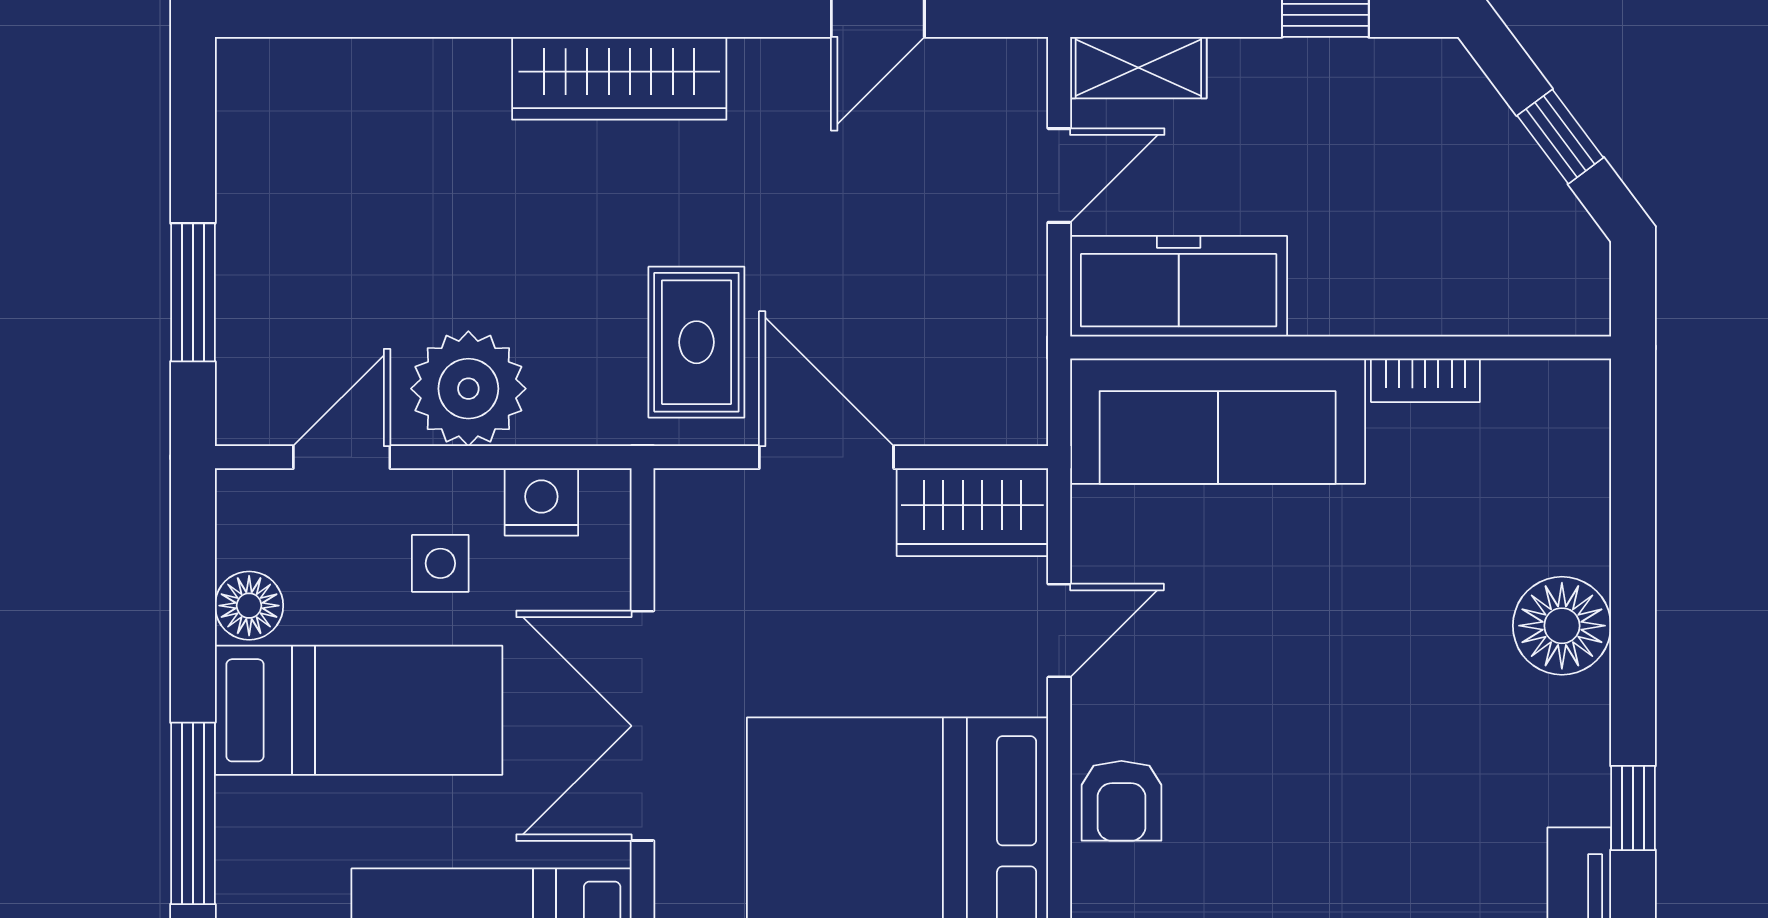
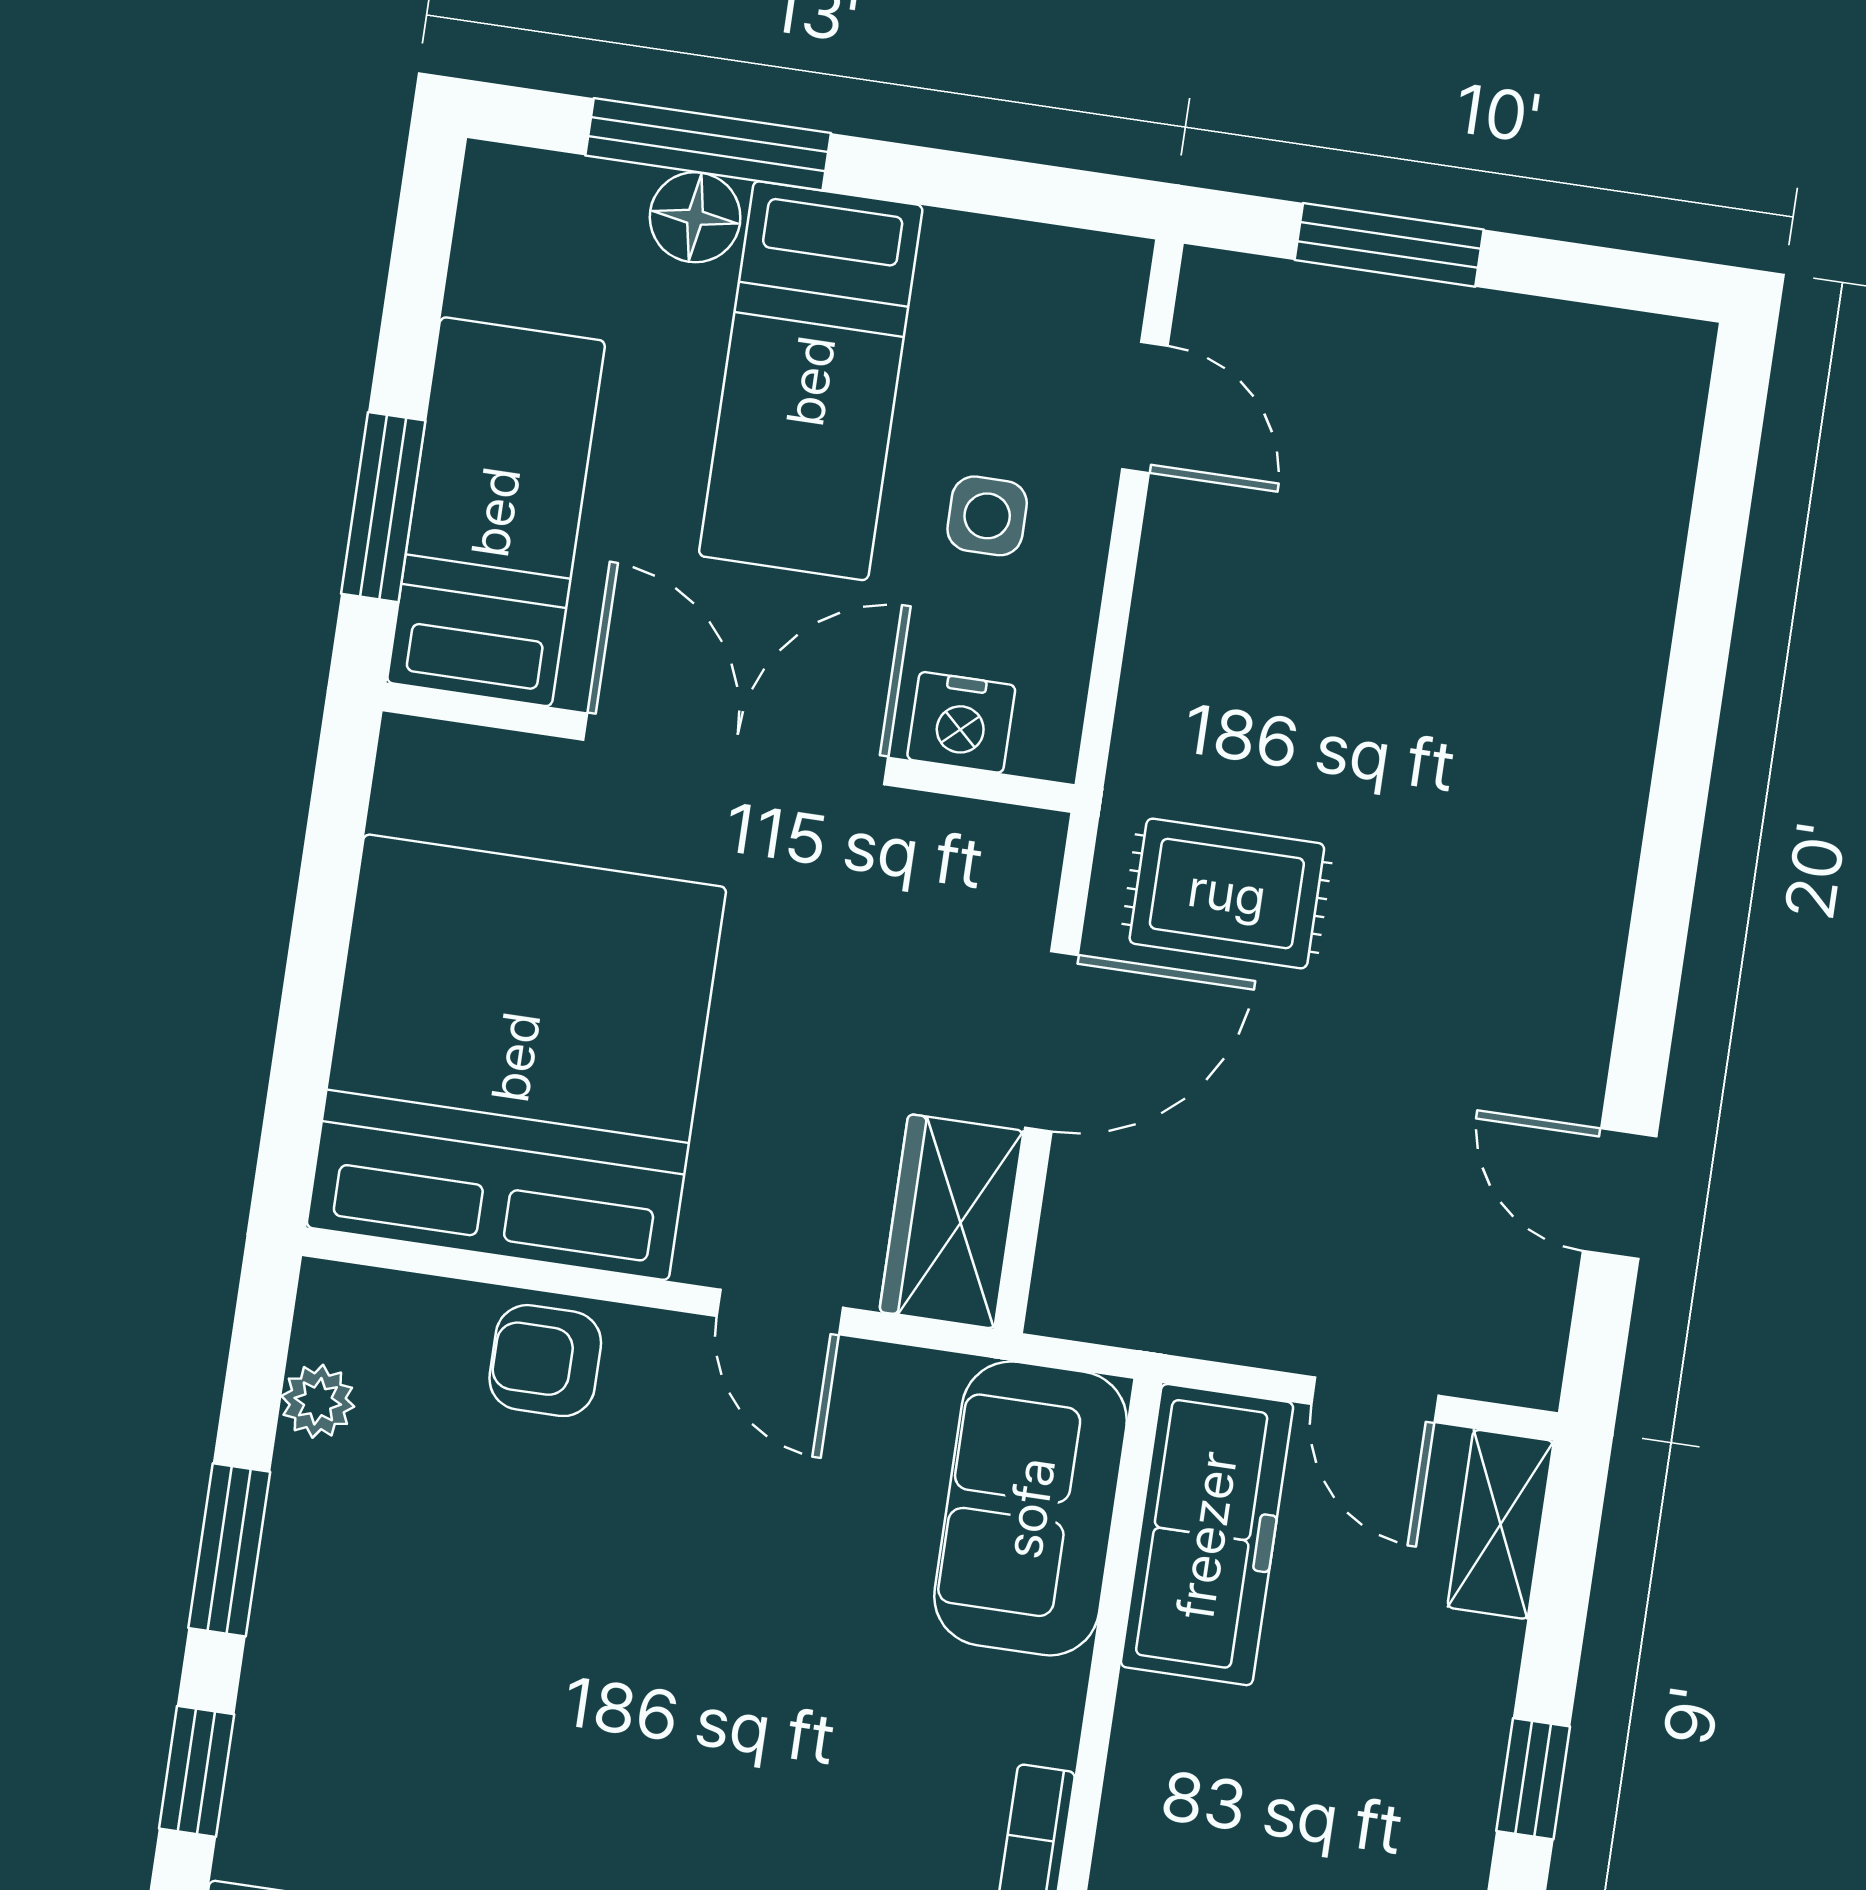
wardrobe: (619, 78) -> (1587, 843), removed
plant: (468, 389) -> (1210, 586), removed
sofa: (1218, 421) -> (1030, 1508), width x0.73
nightstand: (541, 502) -> (961, 722), moved, turned 90
floor lamp: (249, 606) -> (695, 217), moved

